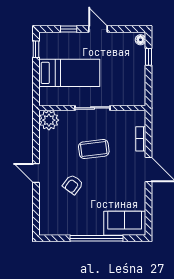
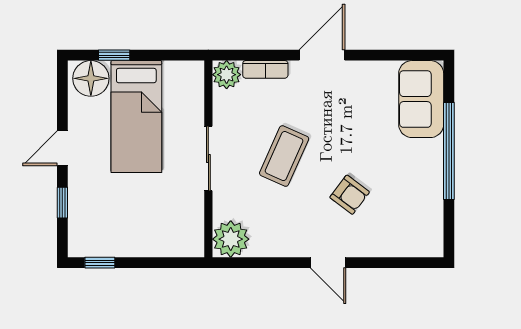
floor lamp: (140, 40) -> (91, 78), width x1.89, depth x1.89
bed: (69, 73) -> (136, 117), moved, turned 180
plant: (138, 118) -> (227, 75), added
coffee table: (94, 149) -> (284, 156), turned 31
door: (36, 173) -> (328, 263), hinge flipped

